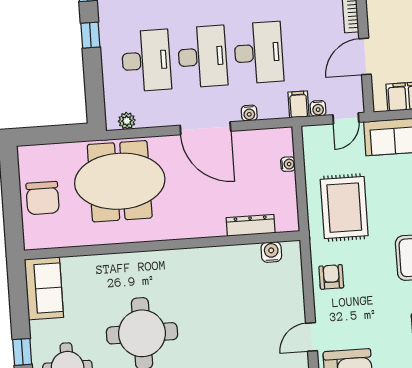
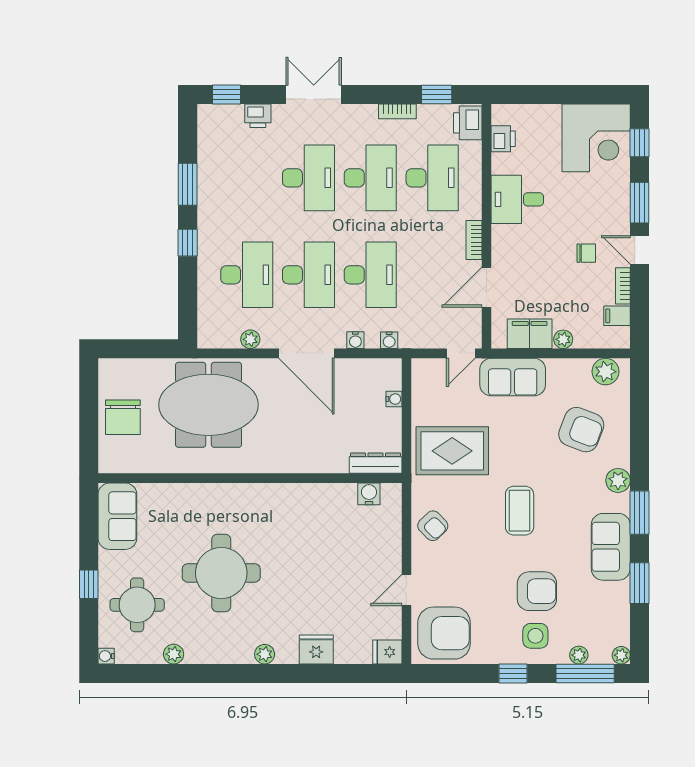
filing cabinet: (299, 104) -> (410, 334), removed
water cooler: (318, 108) -> (389, 340), moved
plant: (127, 121) -> (250, 339), moved
rug: (344, 208) -> (452, 451), turned 90
dresser: (251, 225) -> (376, 463), moved
armchair: (331, 277) -> (433, 526), turned 136

